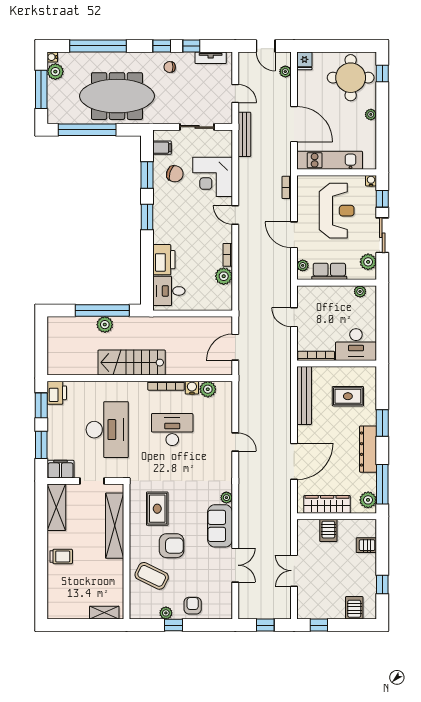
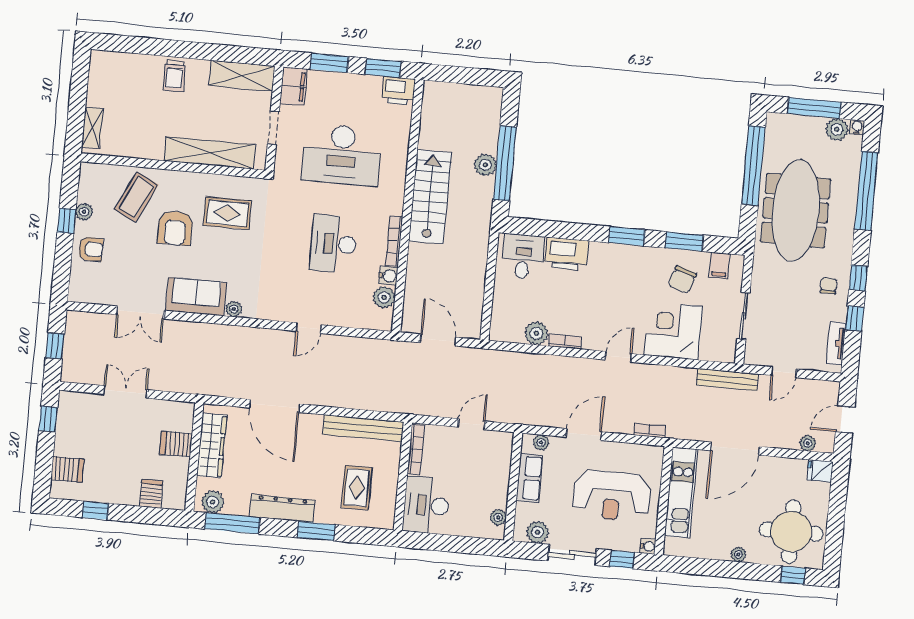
desk: (172, 430) -> (333, 244), turned 180

